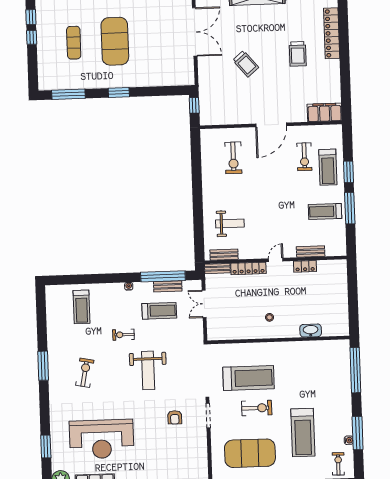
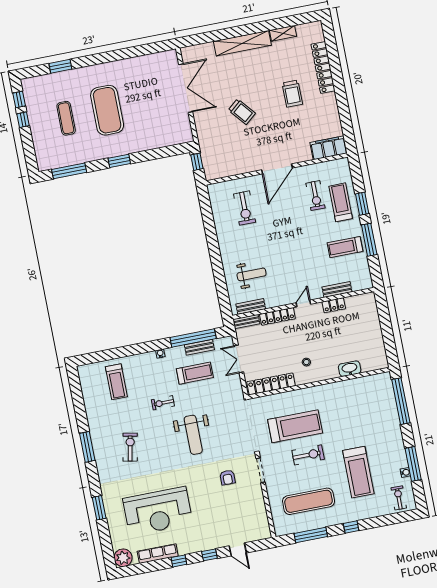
treadmill: (328, 167) -> (341, 202), turned 180
locker: (232, 333) -> (271, 384), added
window: (46, 447) -> (99, 508), moved
exercise mat: (250, 453) -> (309, 501), width x0.68

